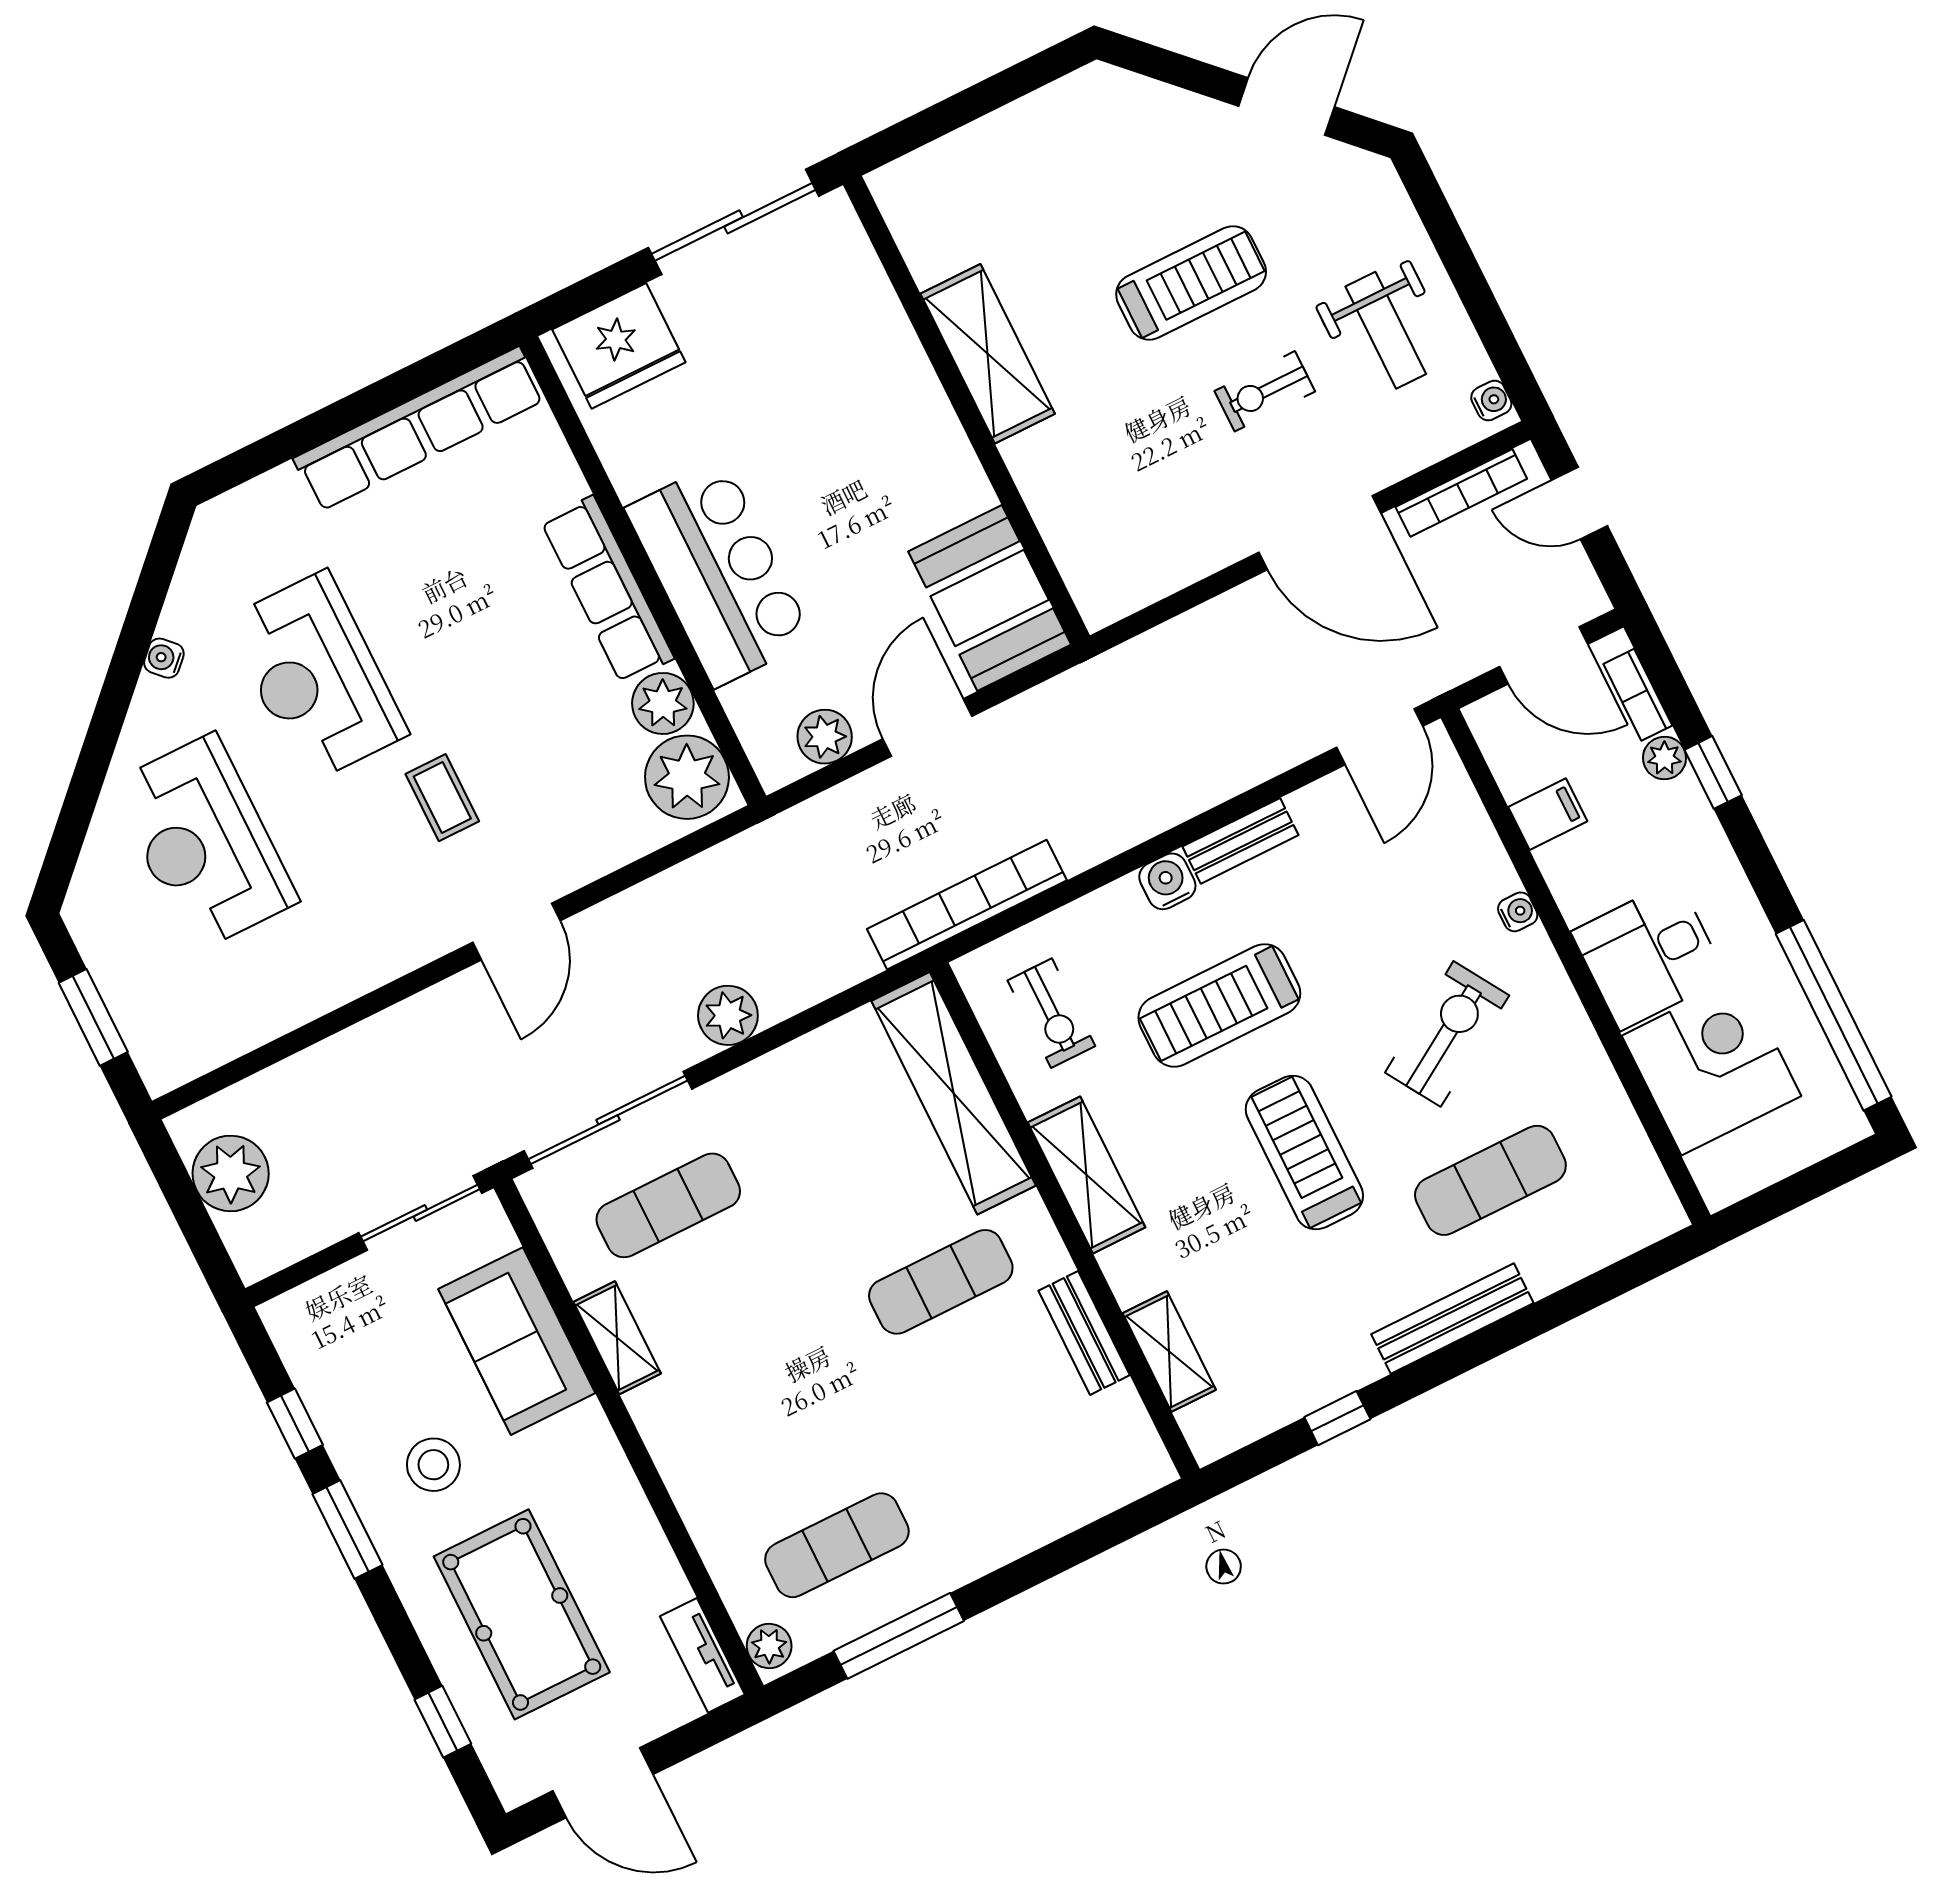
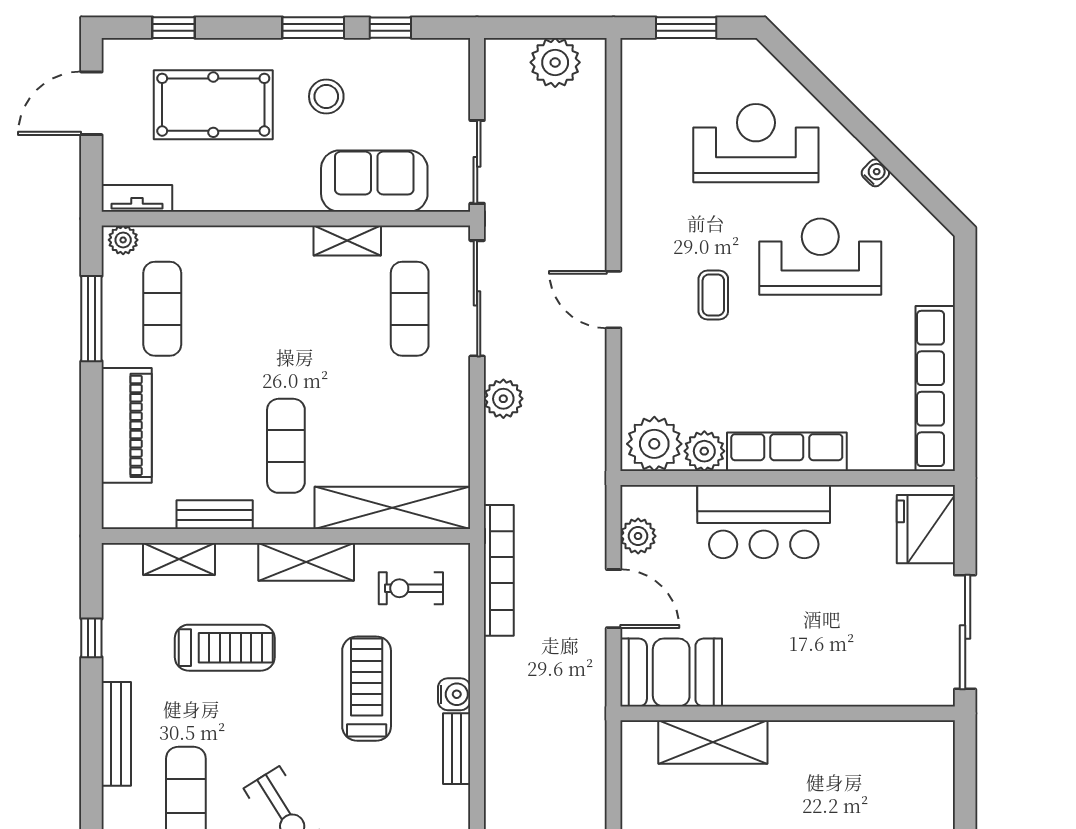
shelving: (988, 354) -> (713, 742), moved
coffee table: (442, 798) -> (713, 295), turned 90
treadmill: (1304, 1153) -> (225, 648), moved
piano: (1021, 1515) -> (127, 425), added

